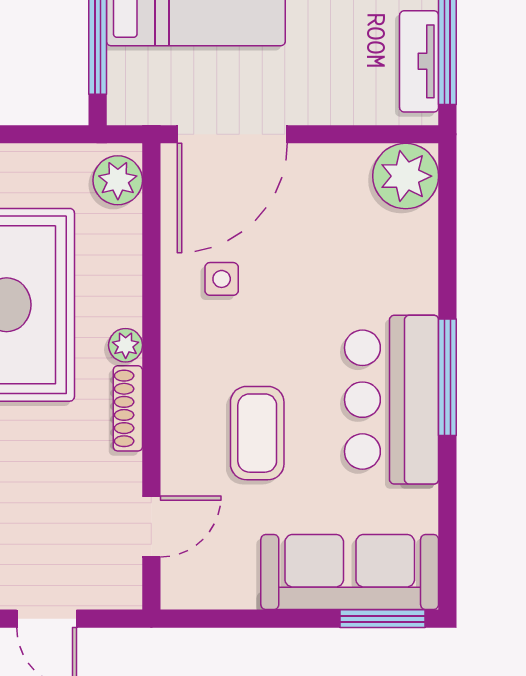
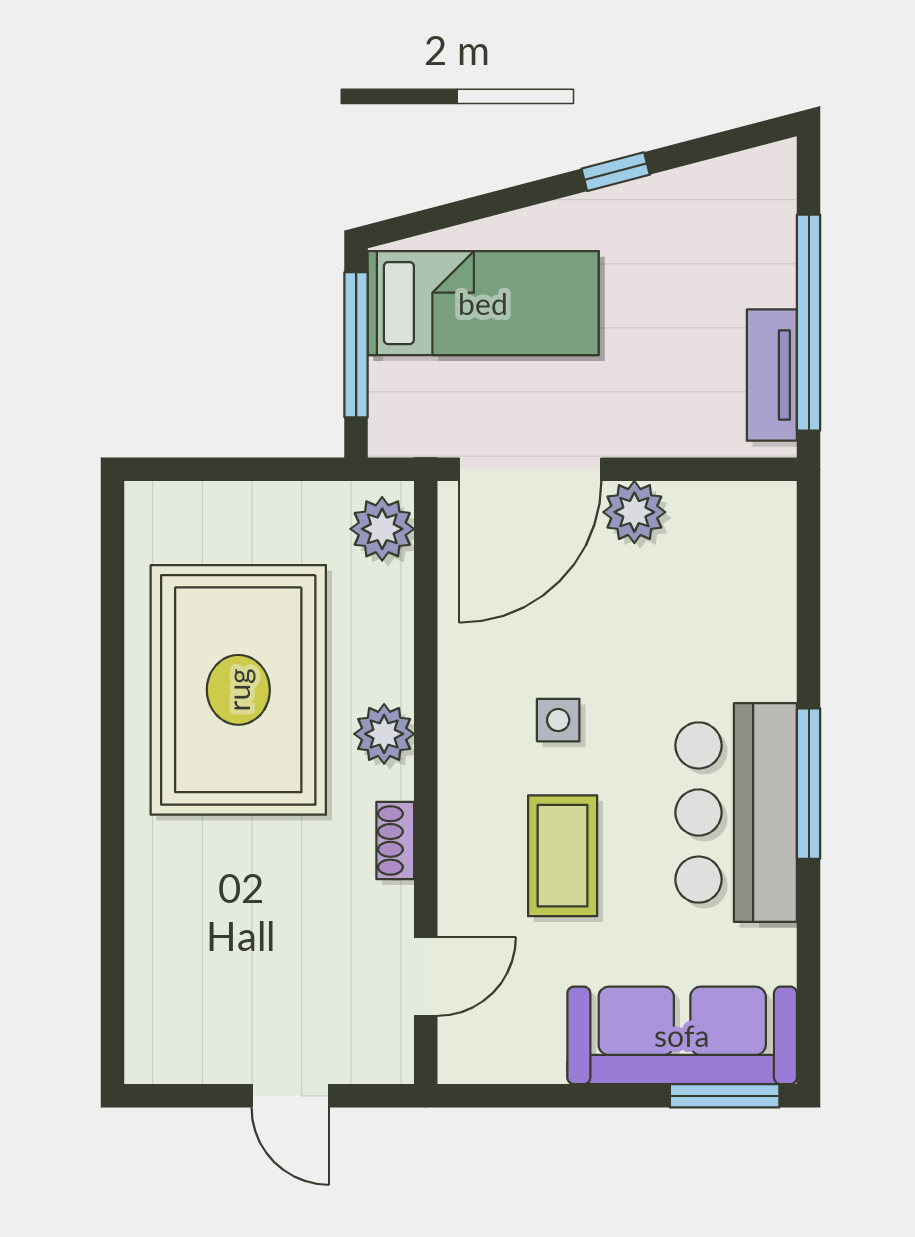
plant: (406, 176) -> (634, 512), moved, width x0.73, depth x0.73
side table: (222, 279) -> (558, 720), moved
plant: (126, 345) -> (384, 734), width x1.38, depth x1.38
shoe rack: (128, 408) -> (395, 840), width x0.70

